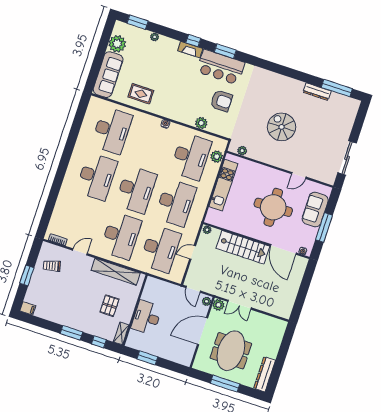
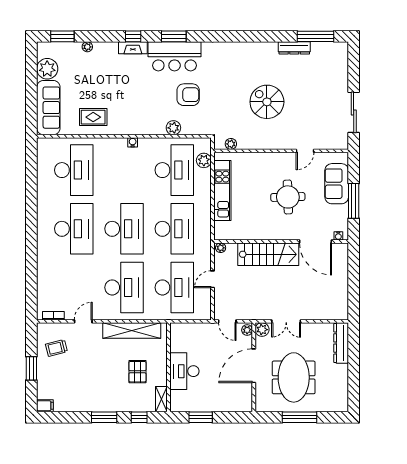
round table: (273, 207) -> (288, 197), width x0.73, depth x0.73
dresser: (265, 374) -> (341, 343), moved

